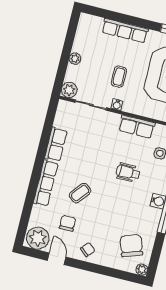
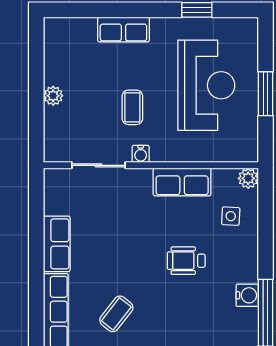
row of seats: (125, 31) -> (123, 29), width x0.68
plant: (69, 90) -> (57, 149), removed

